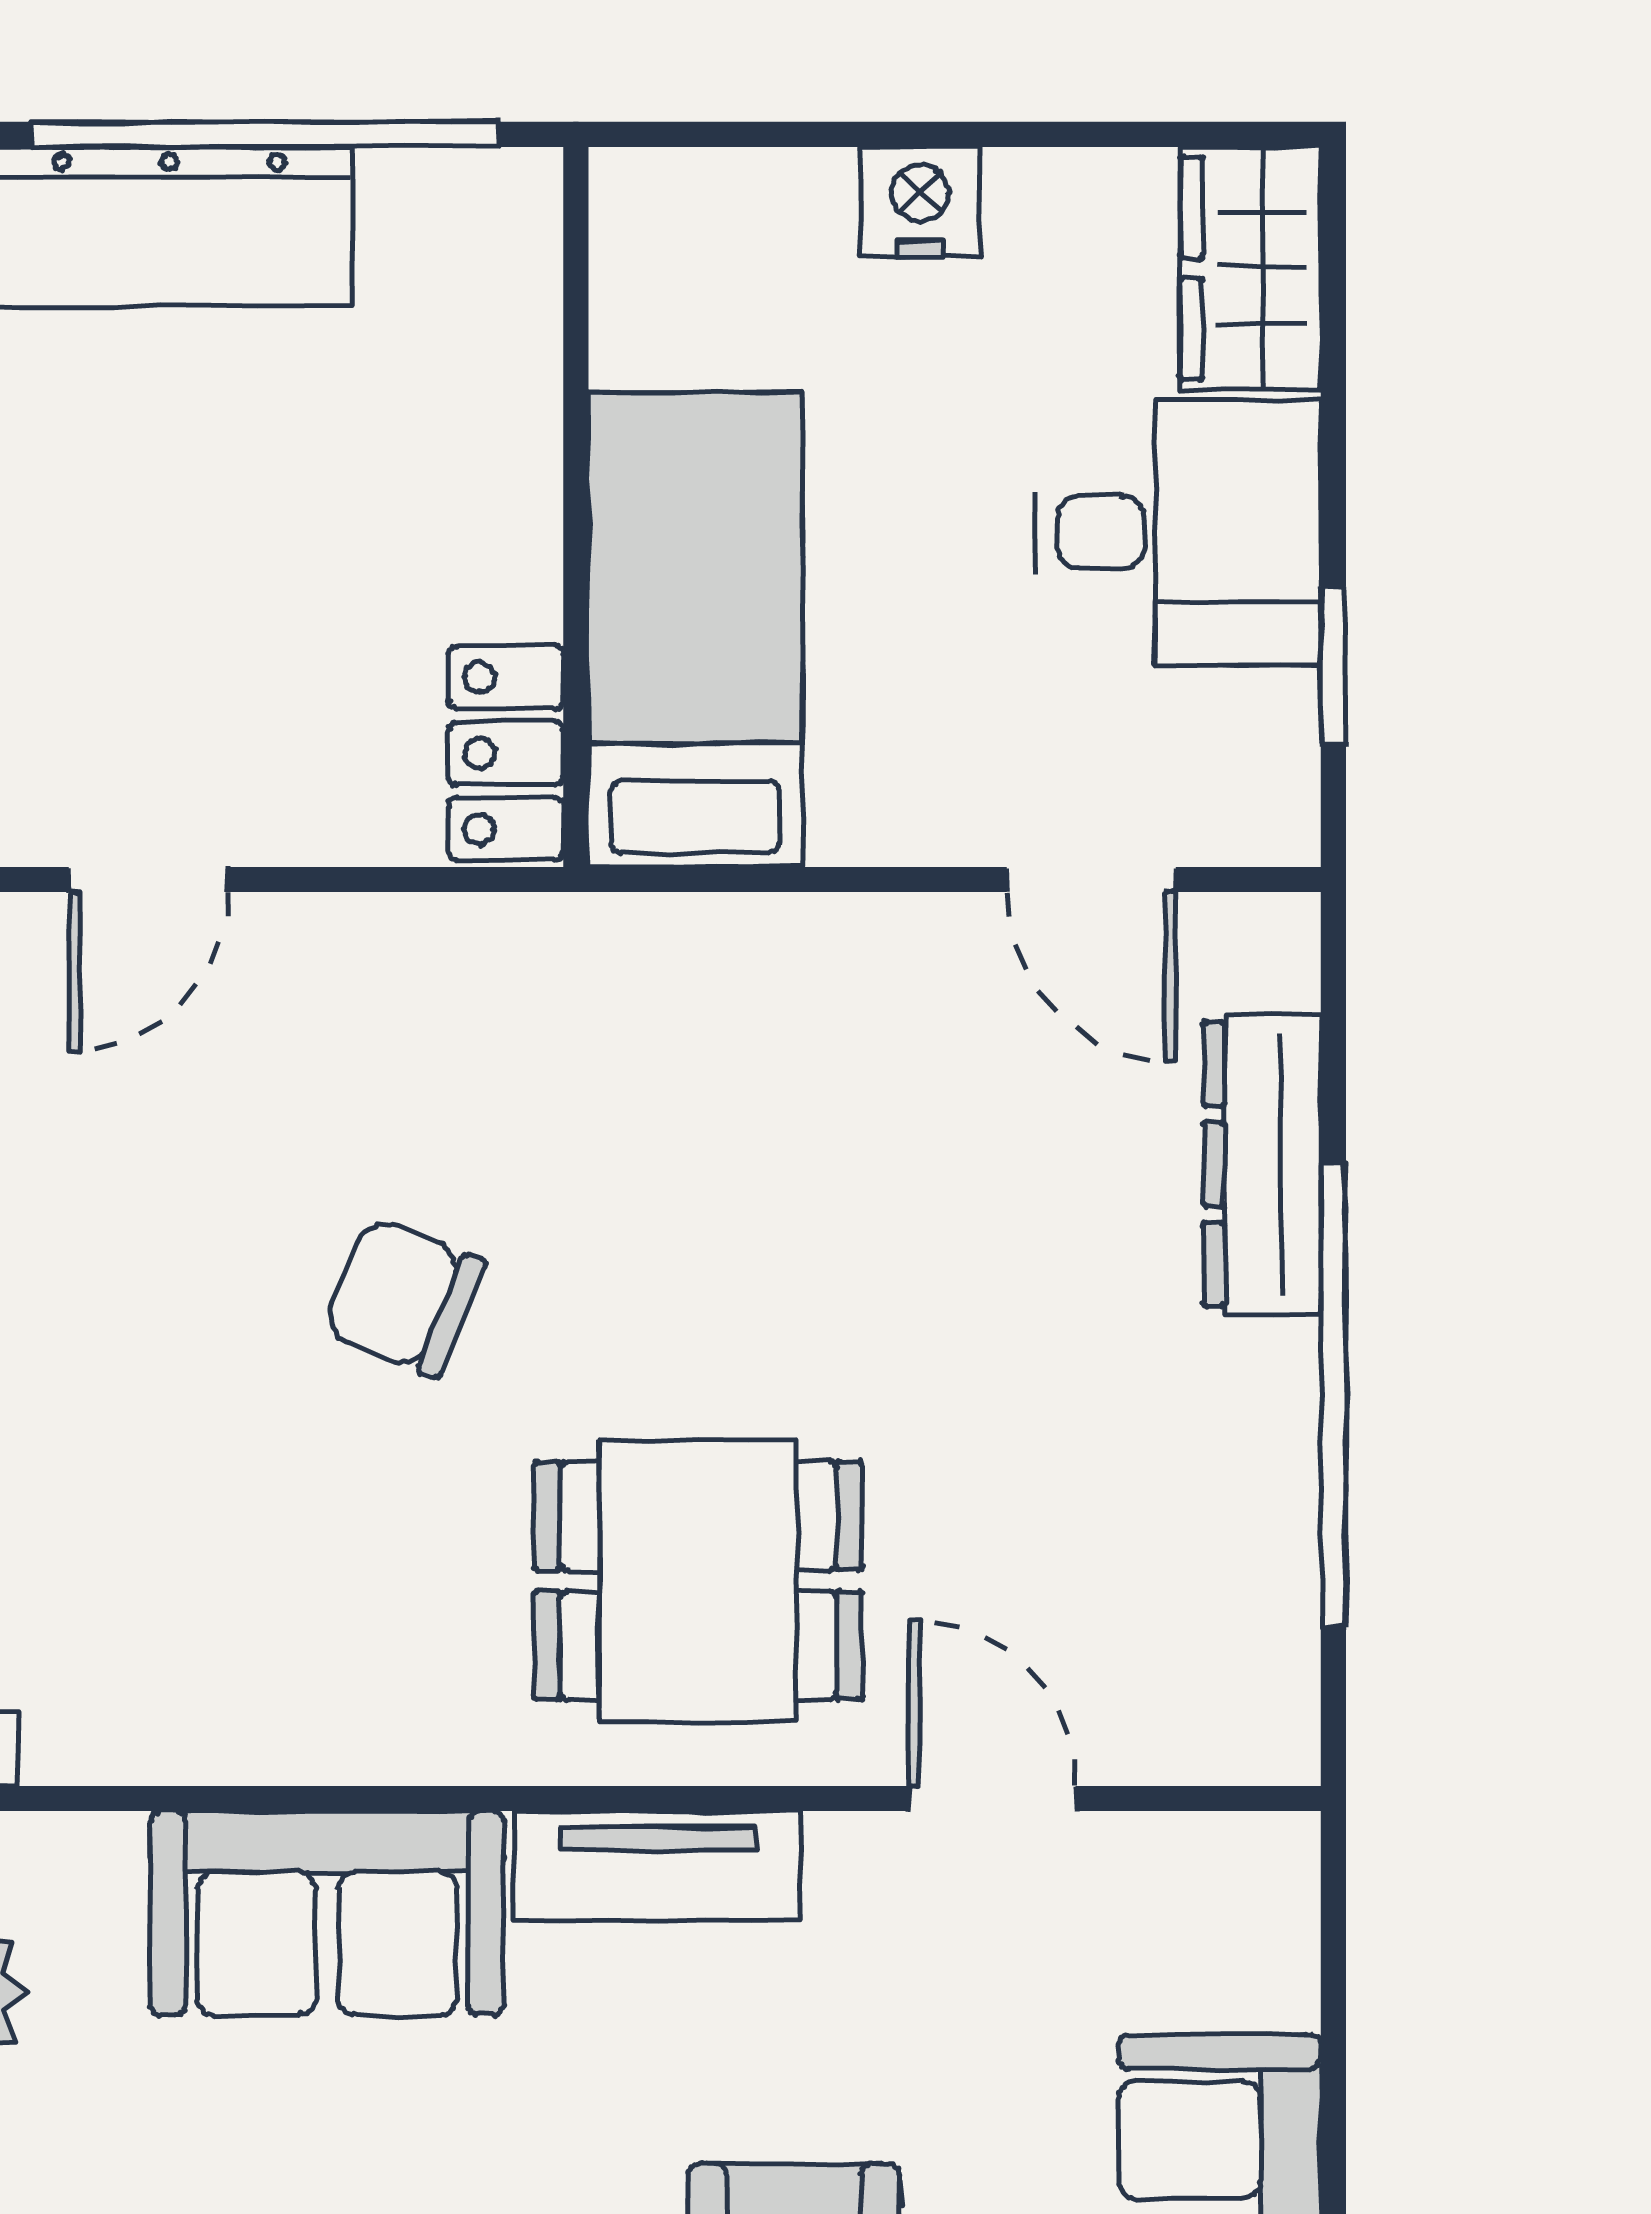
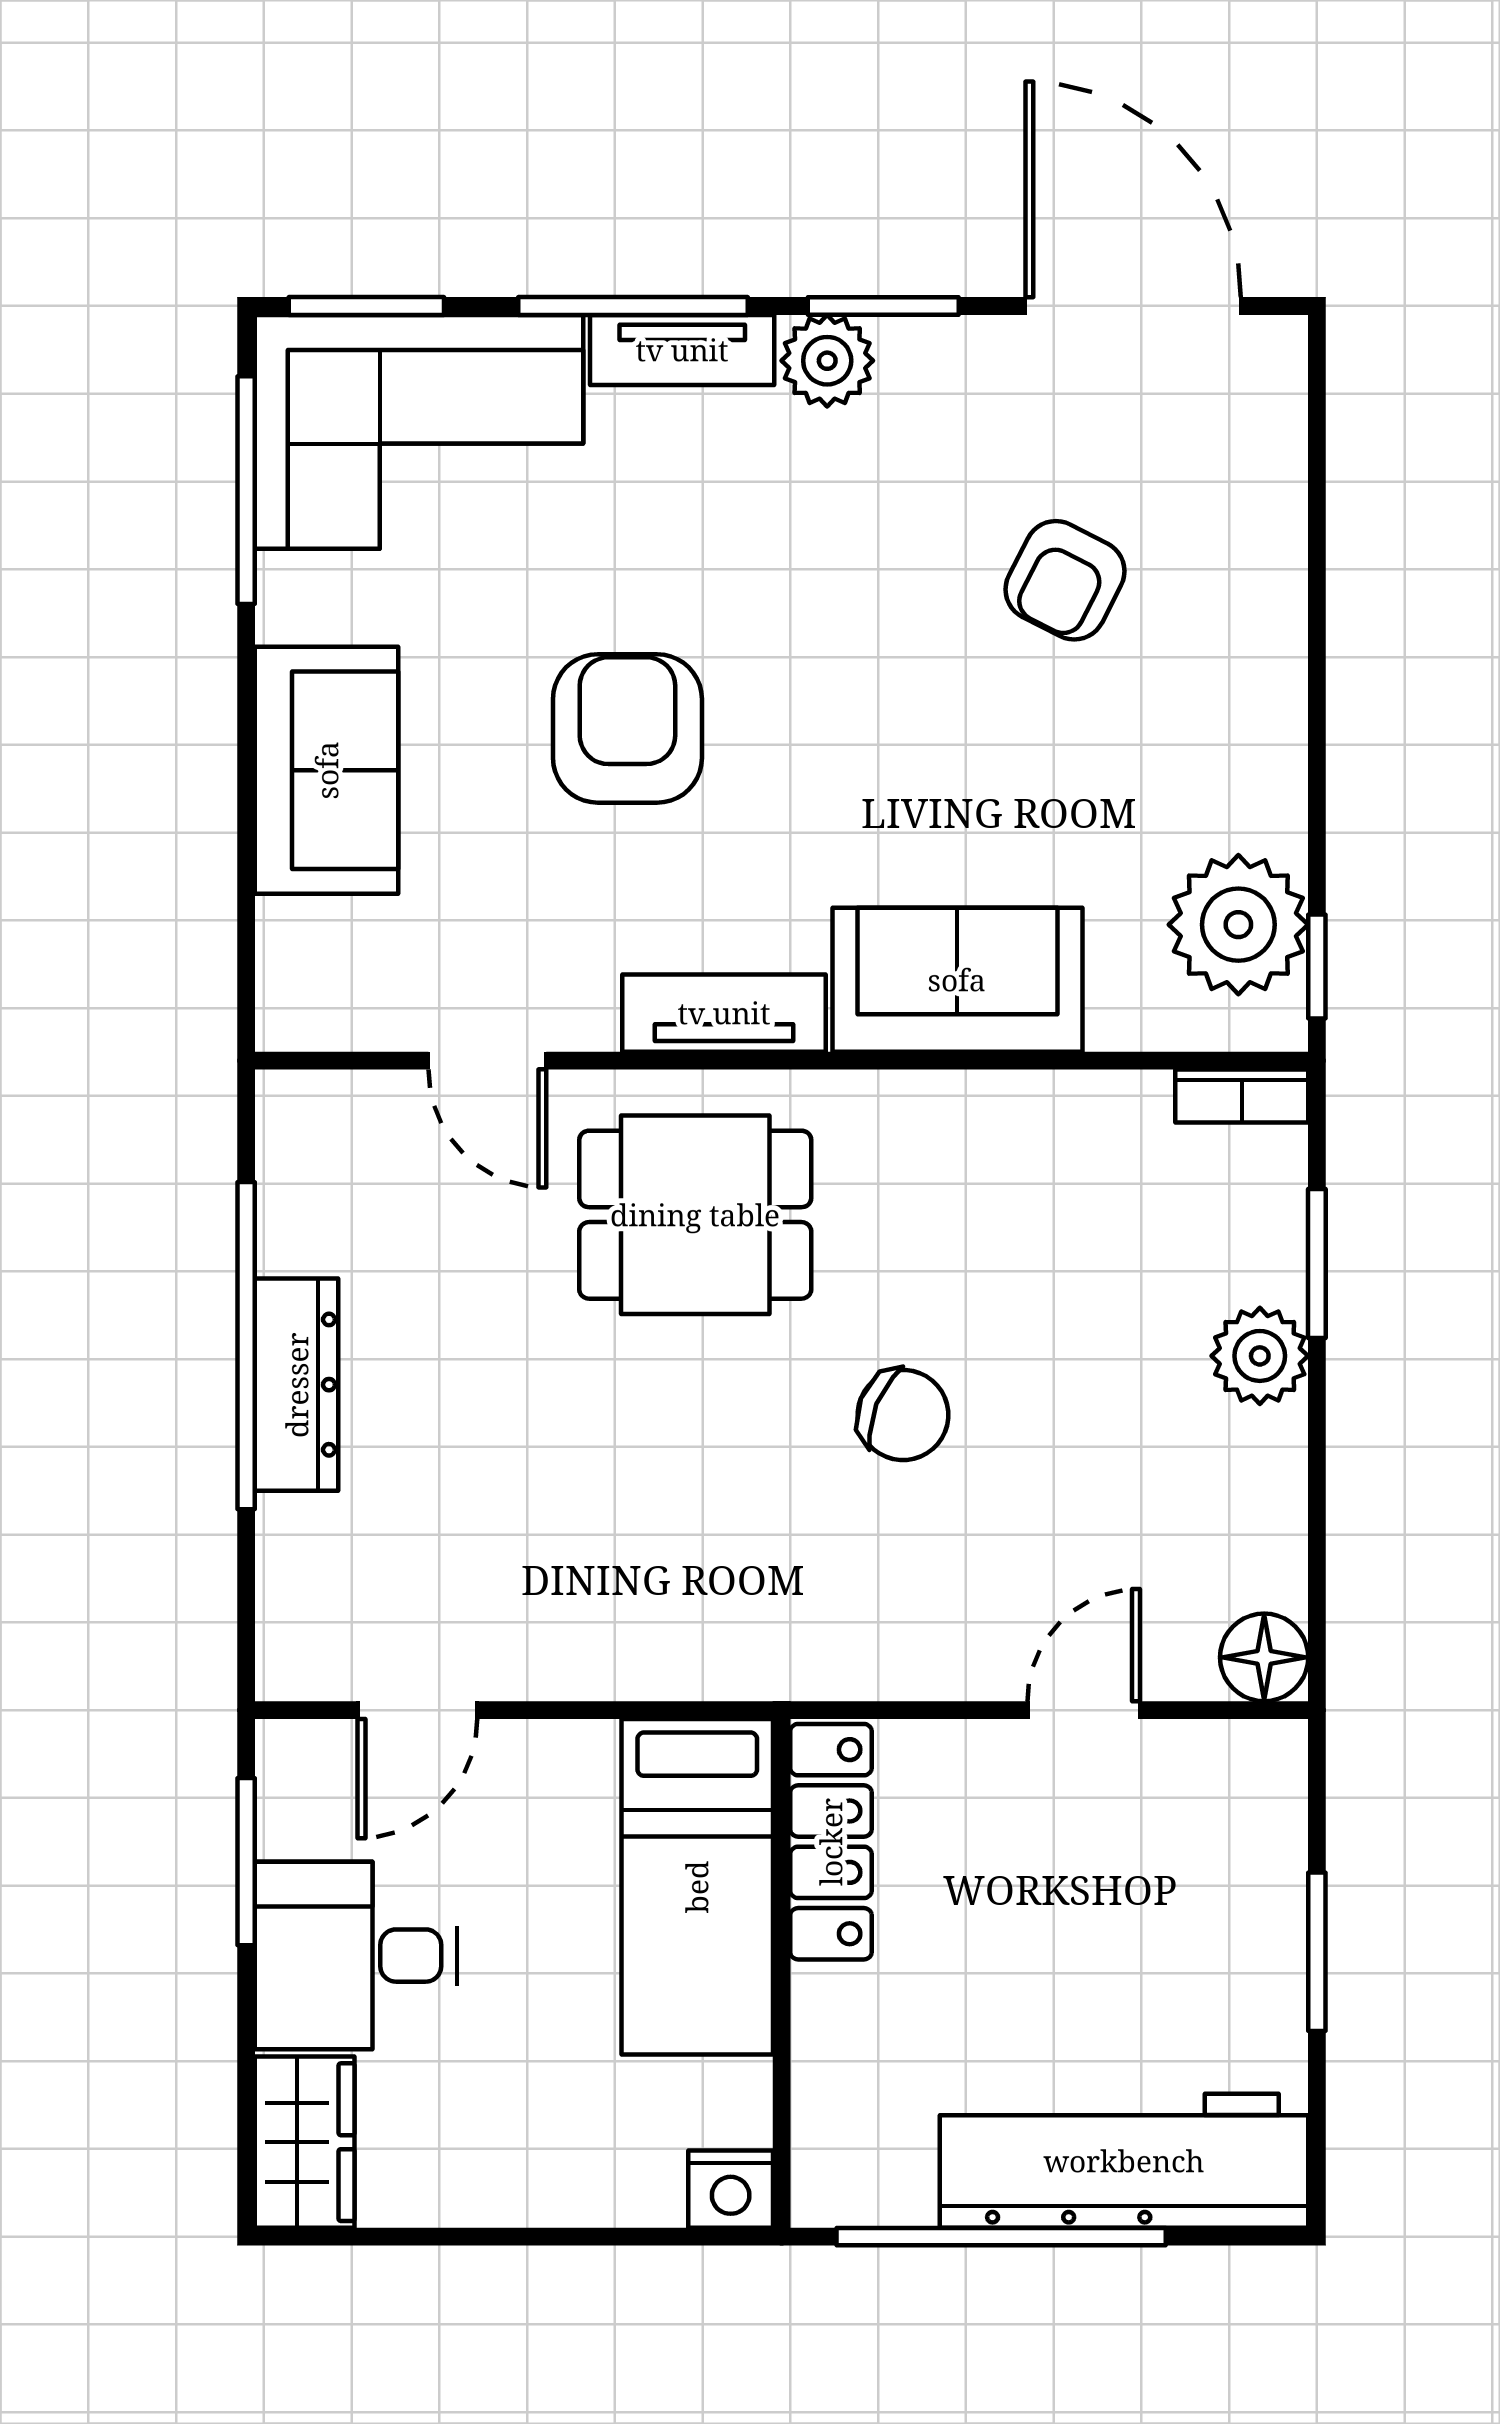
nightstand: (920, 202) -> (731, 2189), moved
window: (1333, 665) -> (246, 1862), width x1.50
locker: (506, 753) -> (831, 1842), width x1.53
door: (1091, 879) -> (417, 1710), swing flipped
dresser: (1262, 1164) -> (297, 1385), moved

